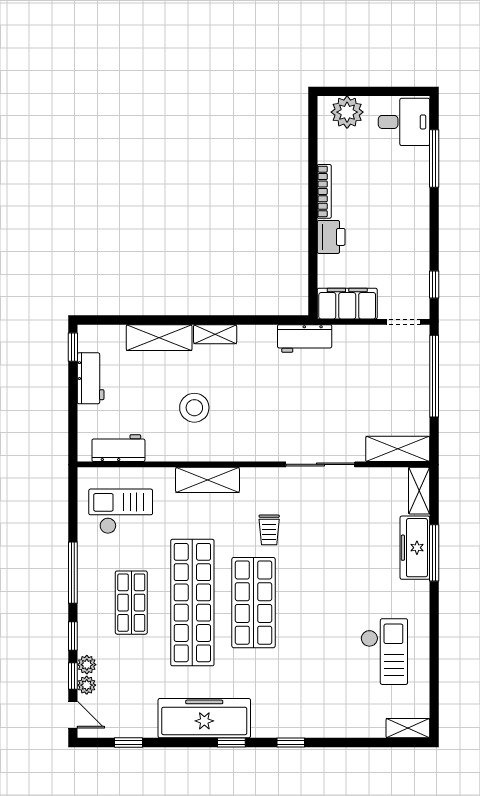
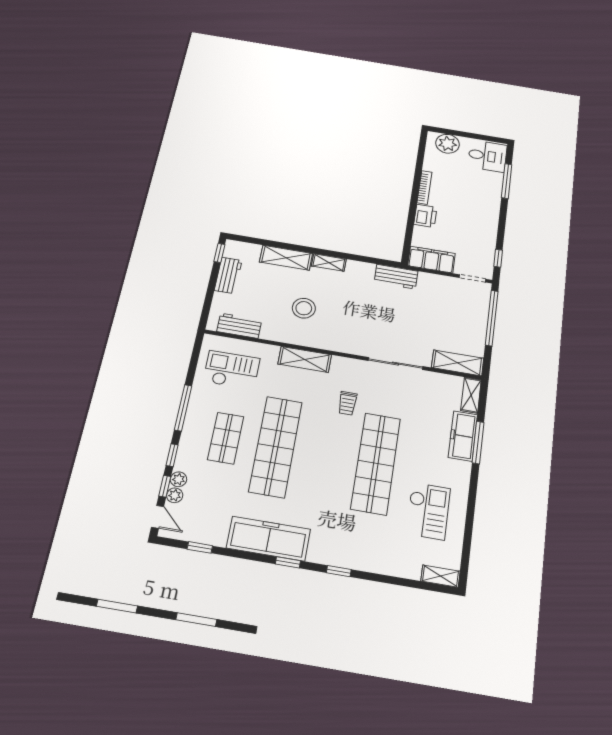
shop shelf: (254, 603) -> (376, 463), moved, width x1.40

